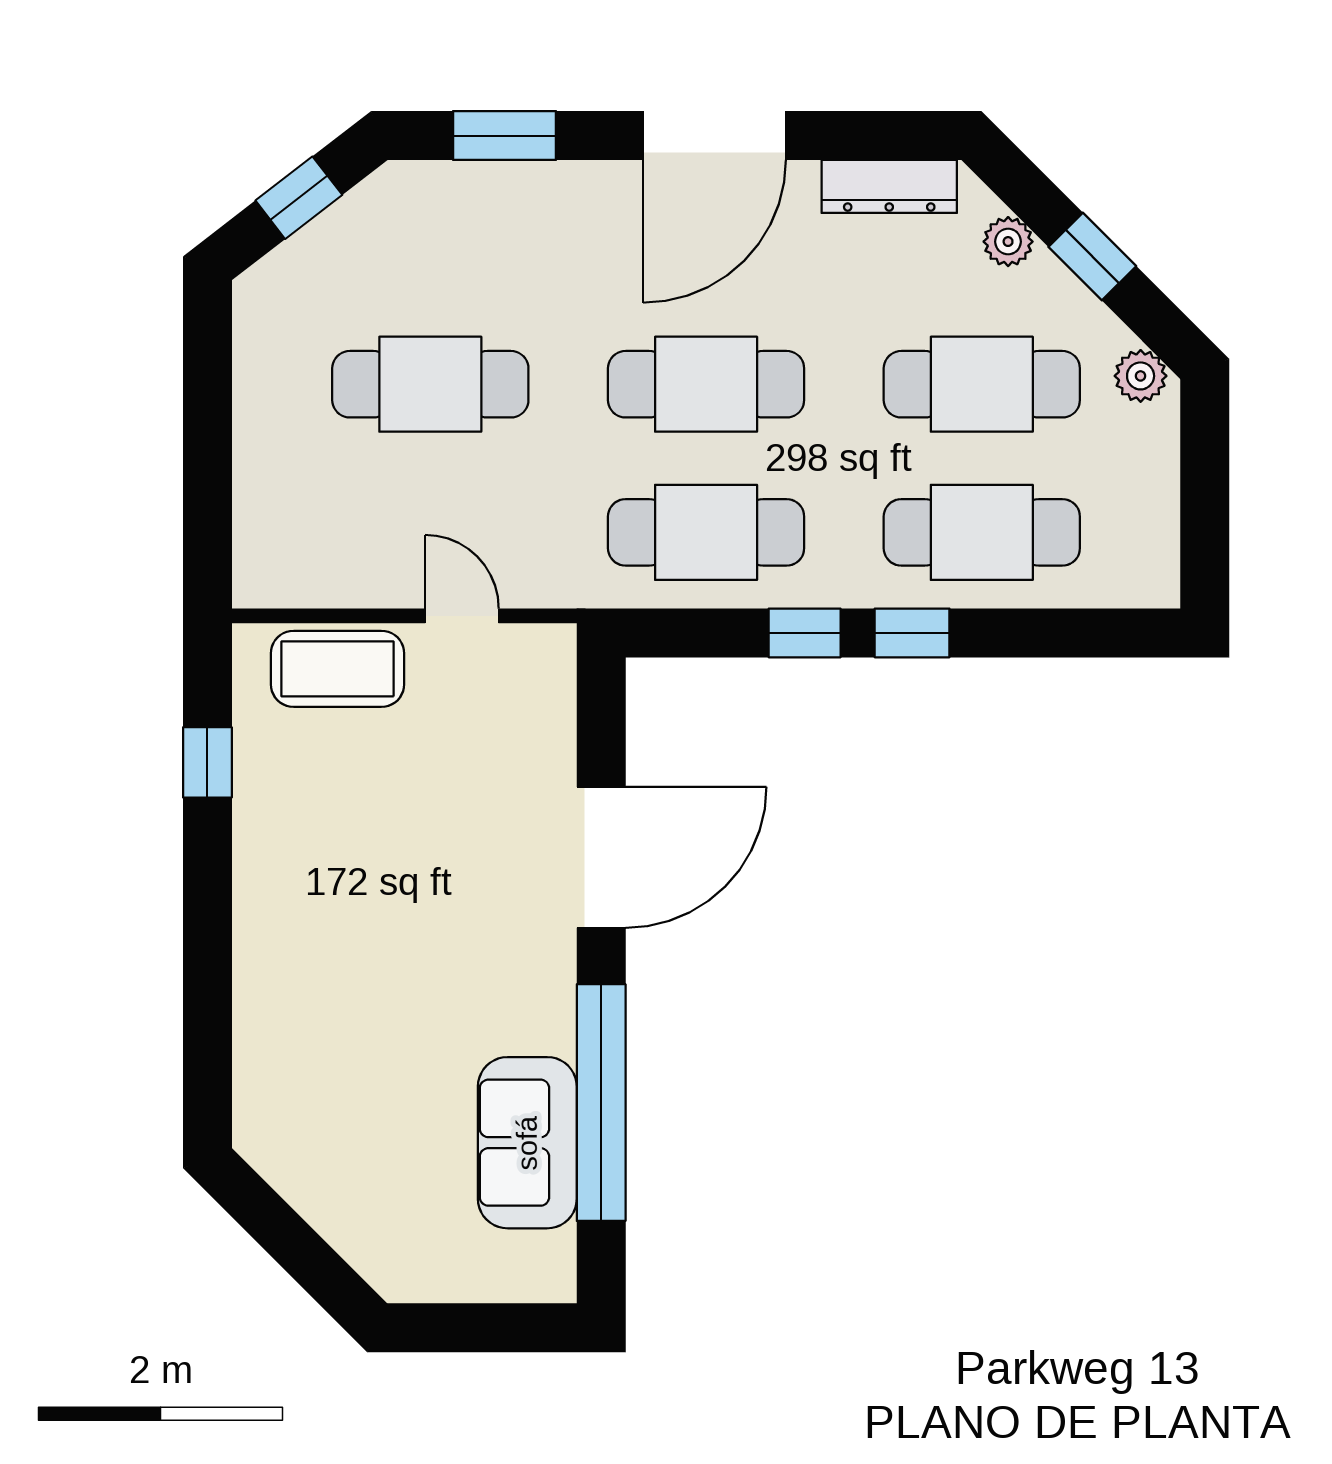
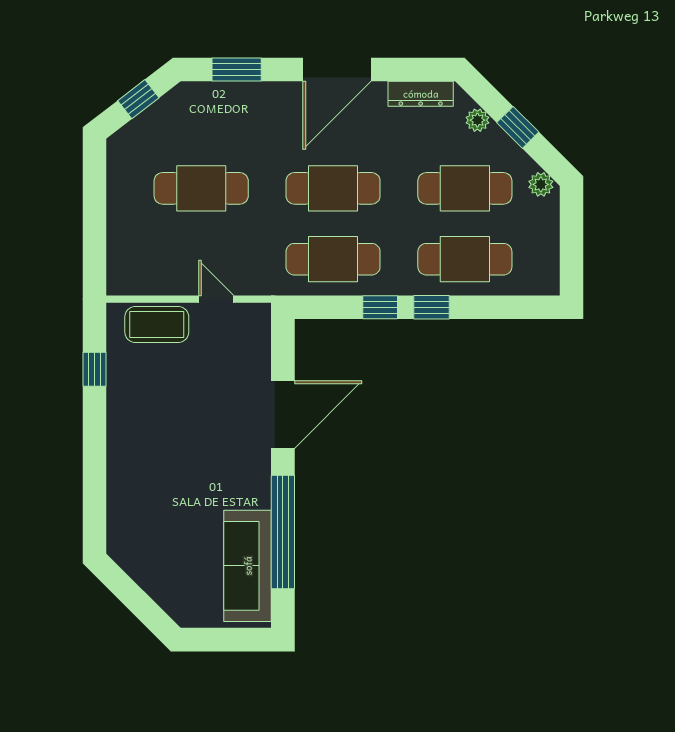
sofa: (527, 1143) -> (248, 566), width x1.36

